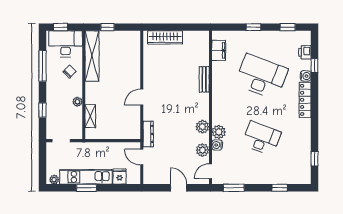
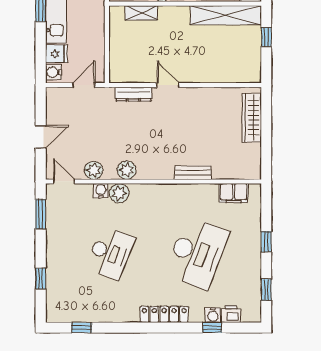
water cooler: (306, 76) -> (213, 315), moved
dresser: (148, 134) -> (133, 94), moved
water cooler: (133, 179) -> (54, 72), added

